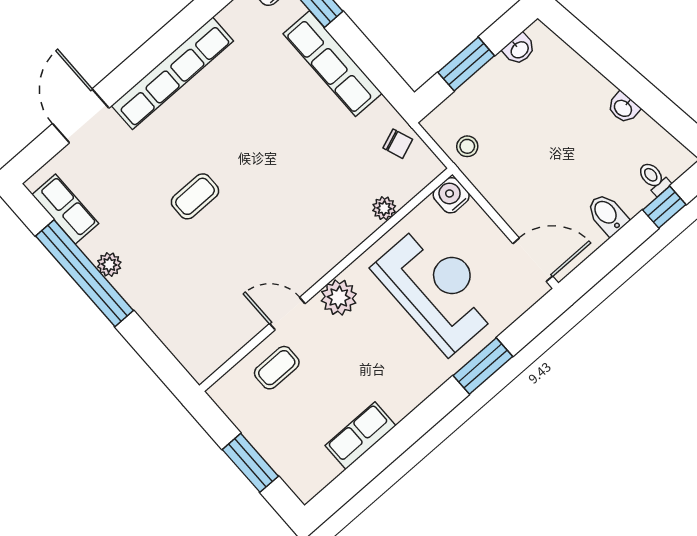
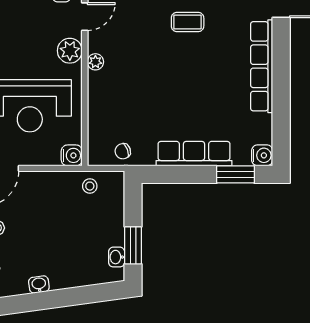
window: (466, 64) -> (133, 245), moved
coffee table: (195, 196) -> (188, 22), turned 90
plant: (384, 208) -> (95, 62), moved

